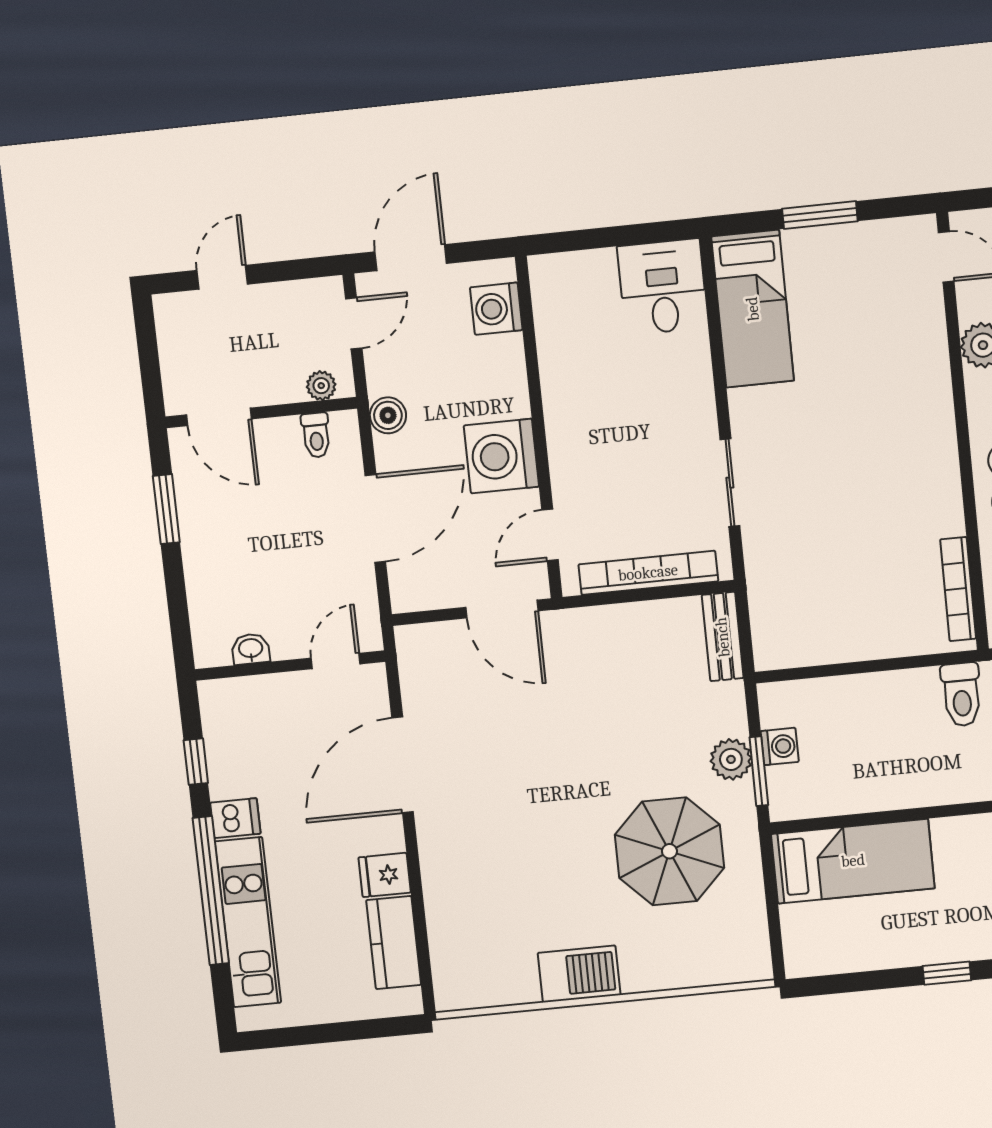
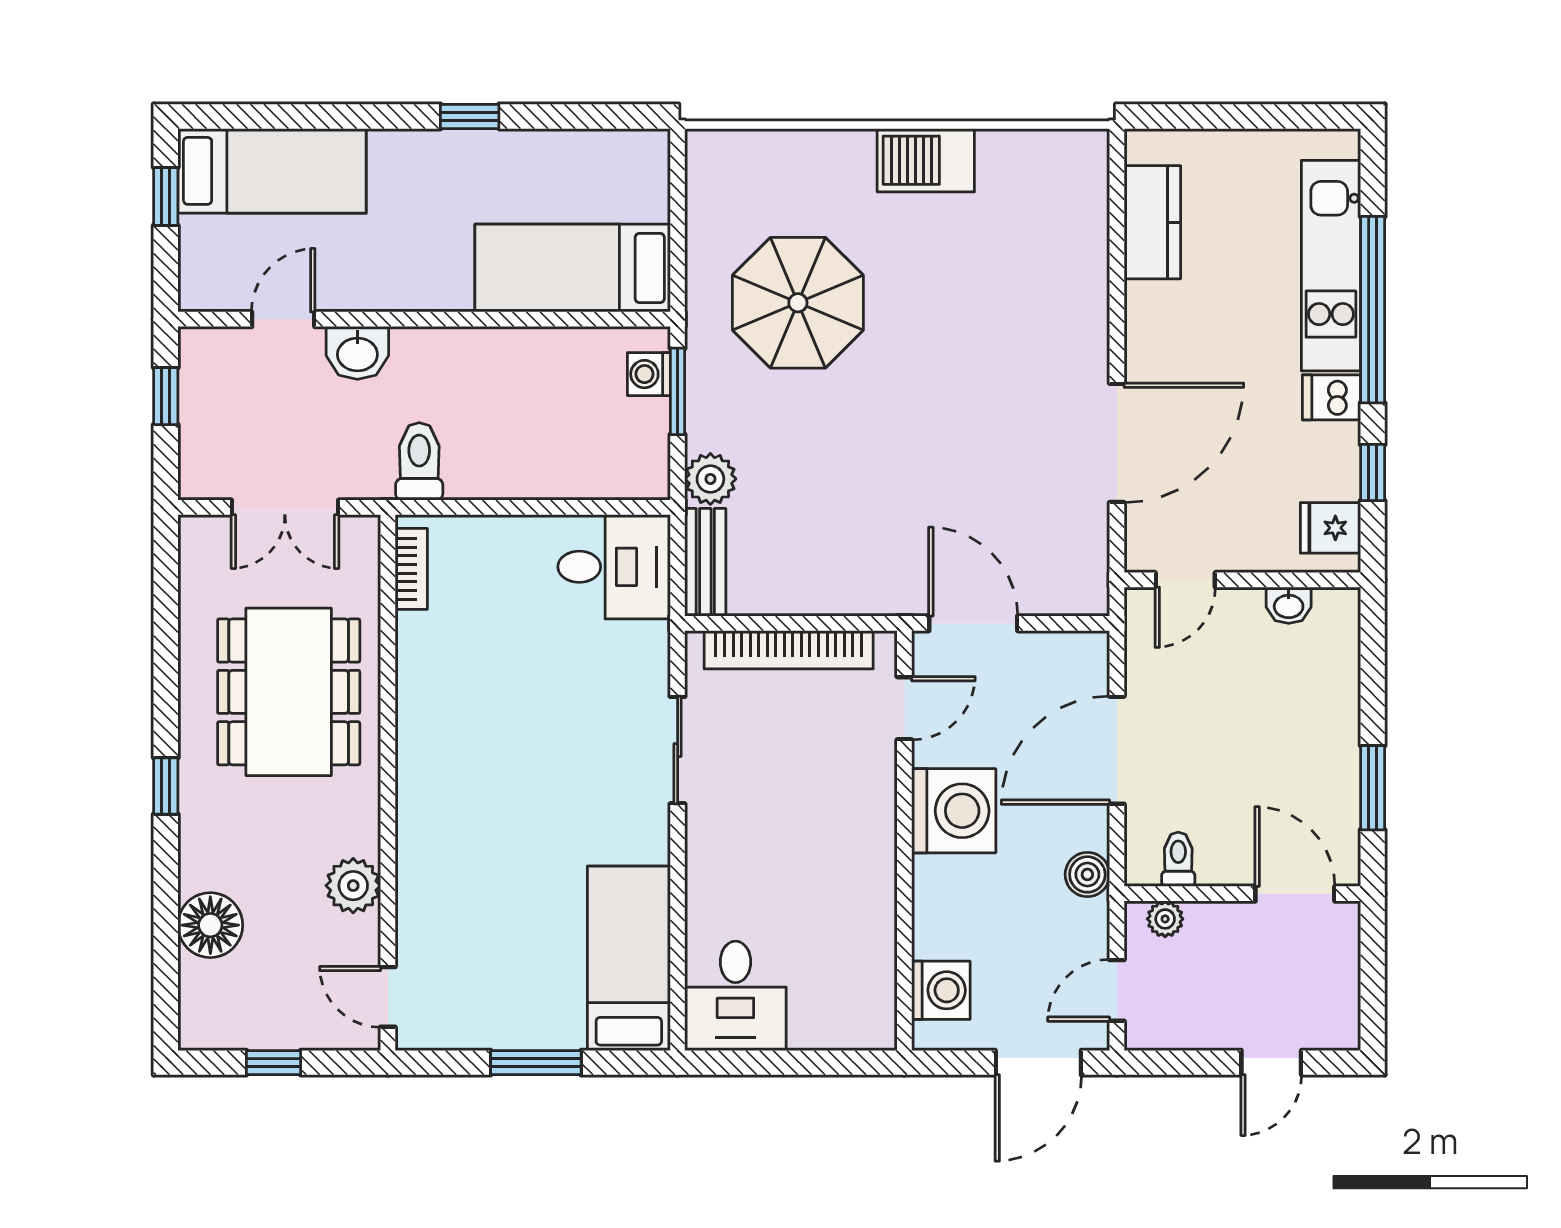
bookcase: (958, 589) -> (411, 569), width x0.64
desk: (796, 626) -> (614, 567), added
washing machine: (780, 746) -> (649, 374), moved
plant: (731, 759) -> (710, 479), moved
fridge: (385, 875) -> (1330, 528), moved, turned 180

